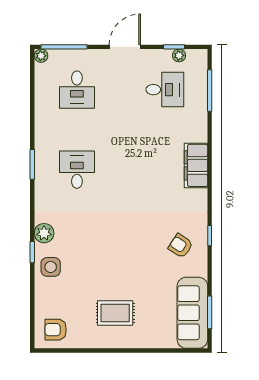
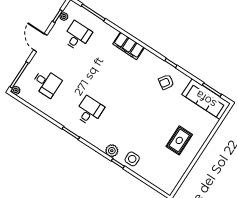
desk: (77, 170) -> (89, 111), turned 90
armchair: (56, 330) -> (167, 178), removed

